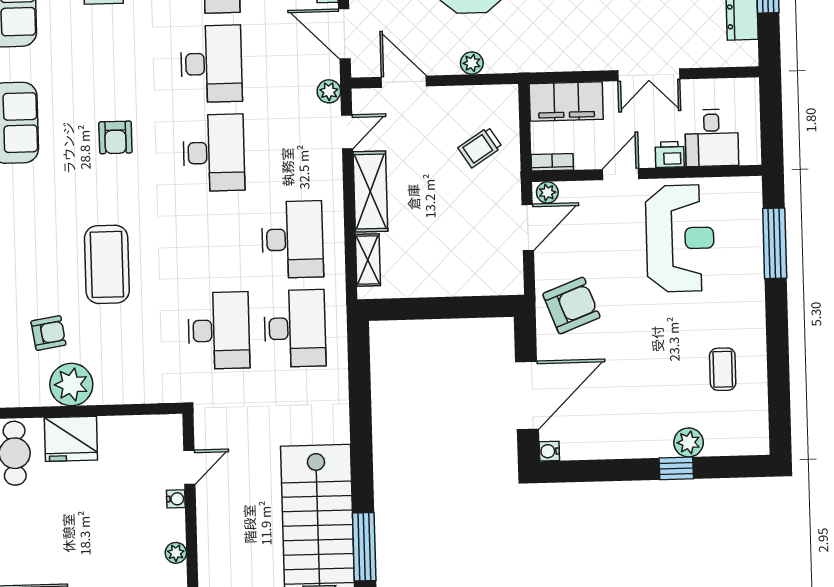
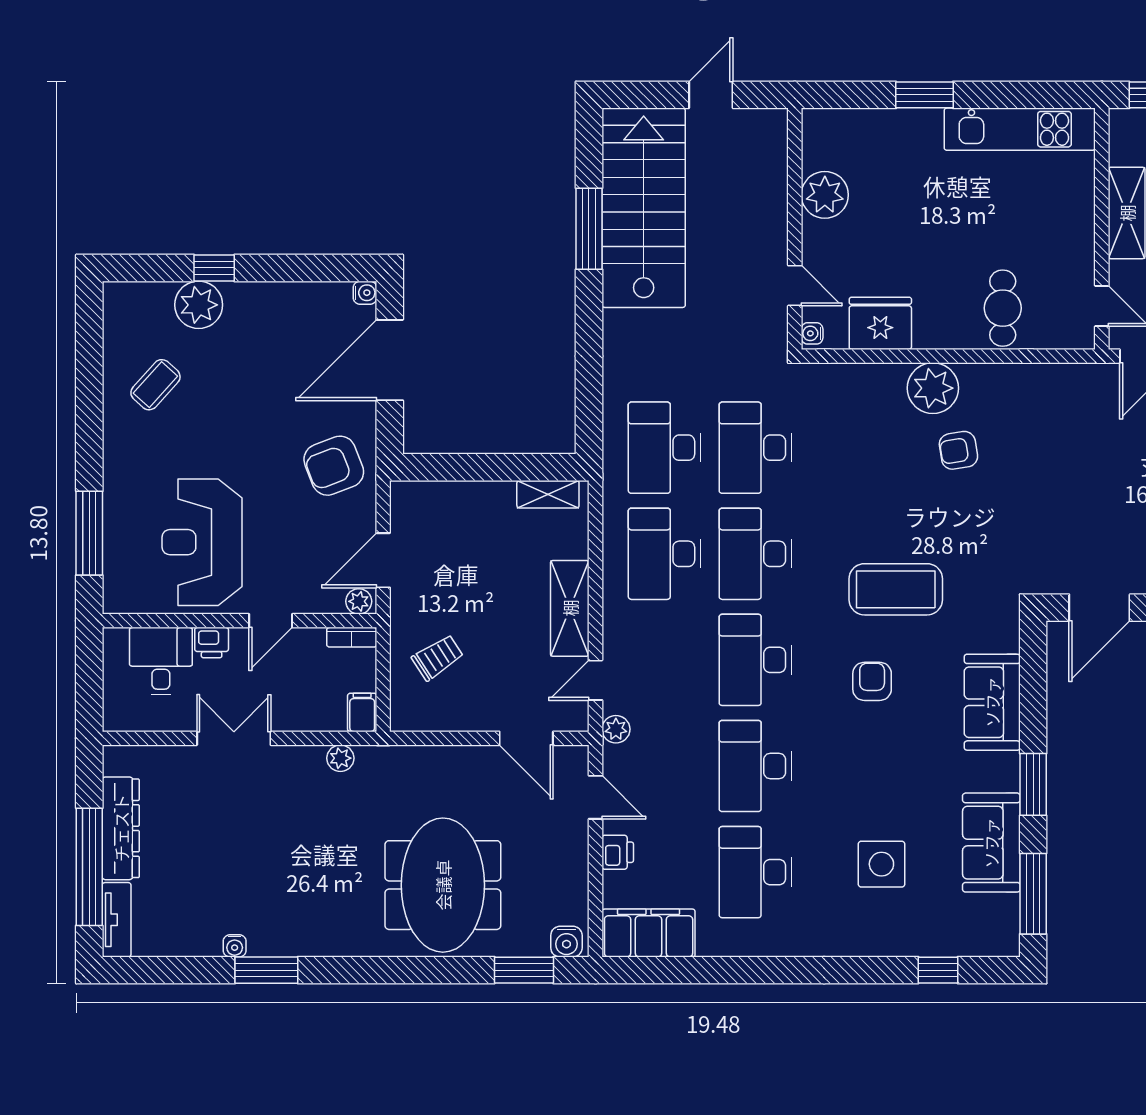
door: (344, 34) -> (596, 797), width x0.73
plant: (472, 63) -> (340, 758), moved
filing cabinet: (566, 102) -> (362, 712), width x0.33, depth x0.86
desk: (216, 242) -> (755, 554), added
shelving: (368, 260) -> (548, 494), moved, turned 90
coffee table: (107, 264) -> (896, 589), moved, turned 90
coffee table: (723, 369) -> (155, 385), turned 42
fridge: (71, 439) -> (880, 323), moved
plant: (689, 442) -> (199, 305), width x1.36, depth x1.36
door: (189, 467) -> (795, 286), swing flipped
water cooler: (176, 499) -> (812, 333), moved
window: (364, 547) -> (589, 229), moved
plant: (176, 553) -> (825, 195), width x1.88, depth x1.88

